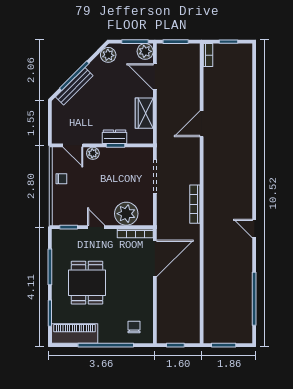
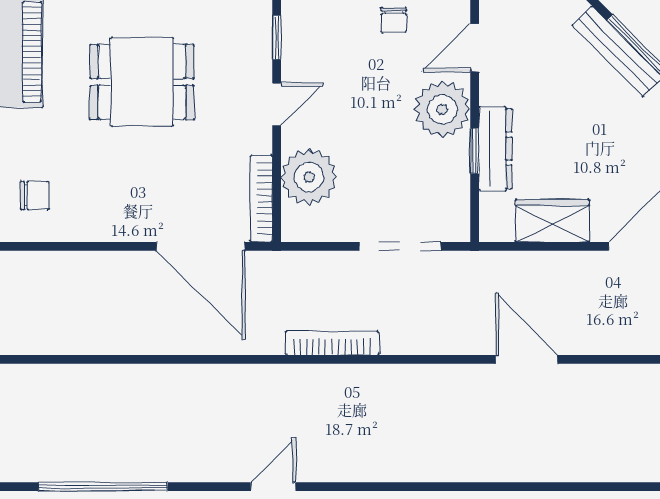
dresser: (115, 137) -> (495, 149), width x1.44
plant: (93, 153) -> (442, 109), width x1.88, depth x1.88

